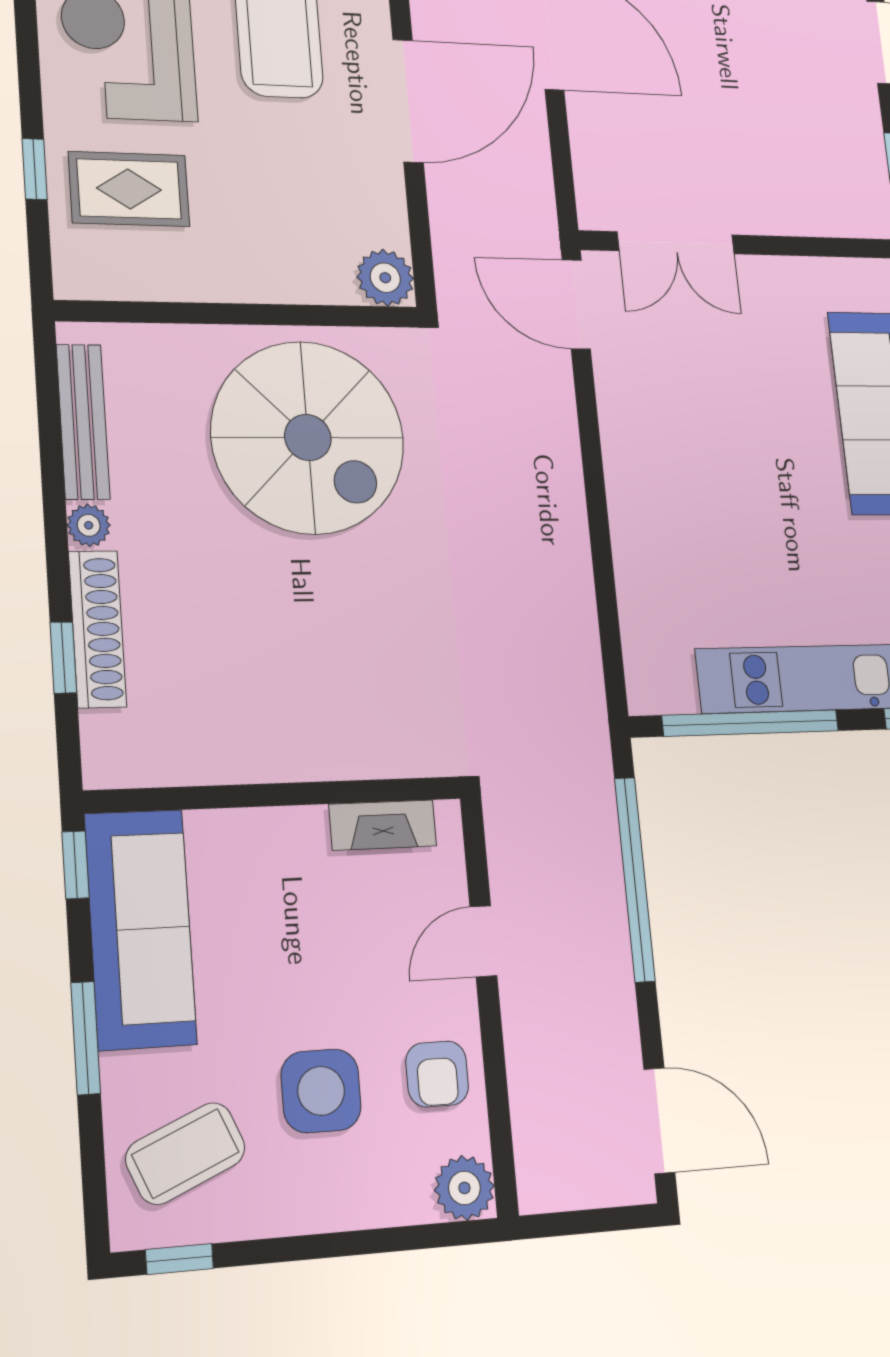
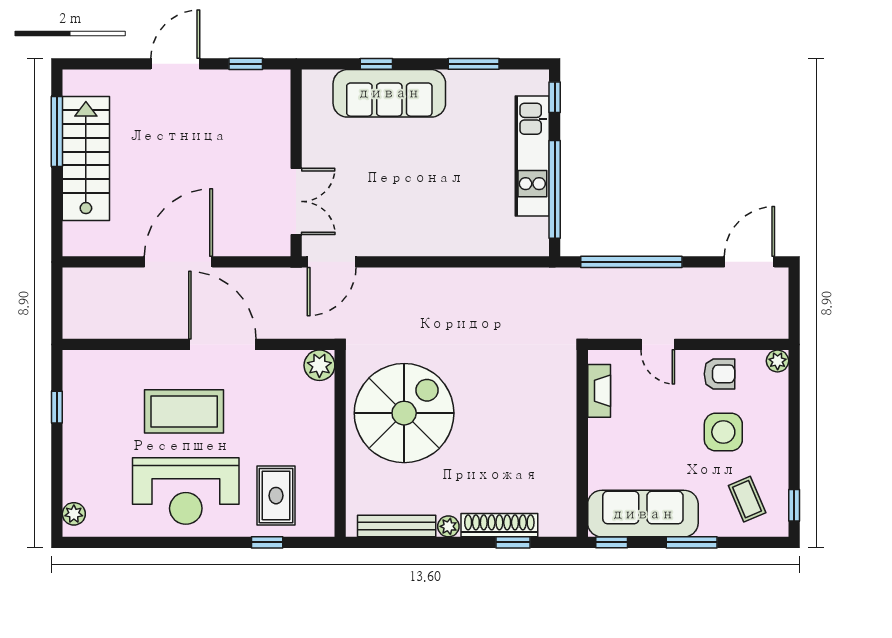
coffee table: (185, 1153) -> (747, 499), width x0.73, depth x0.77
plant: (464, 1188) -> (778, 361), width x0.73, depth x0.73

